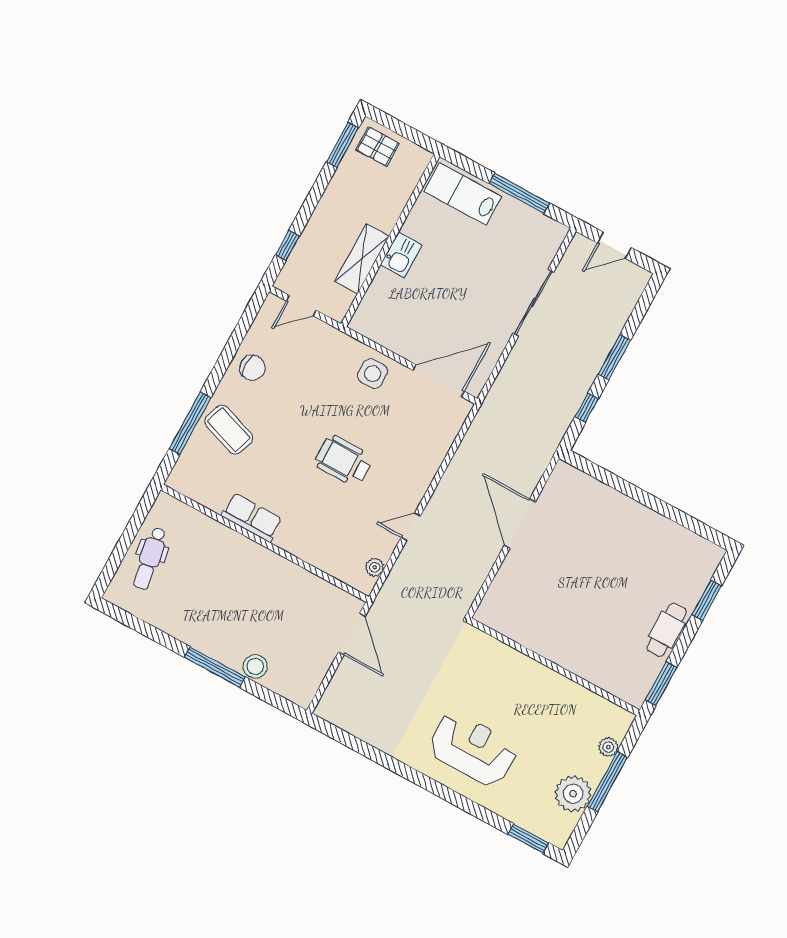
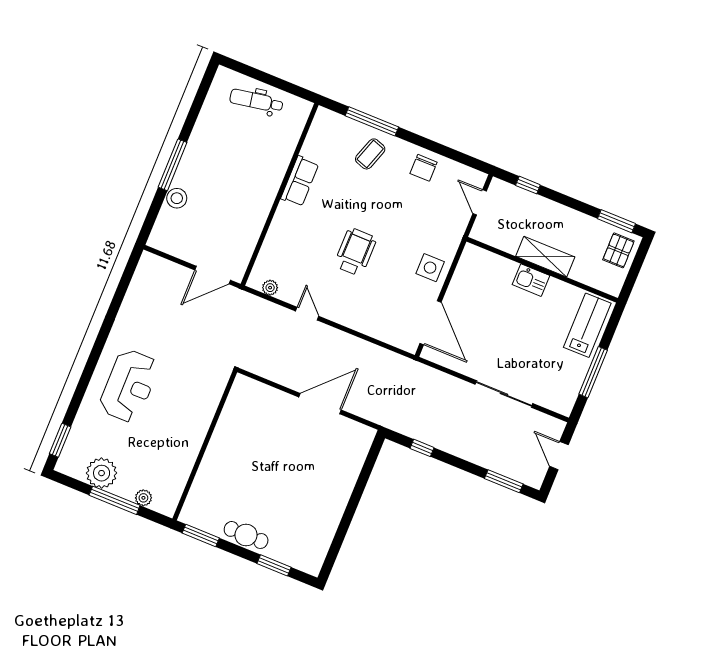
shelving: (362, 259) -> (545, 257), moved
window: (614, 357) -> (504, 481), moved
coffee table: (229, 430) -> (370, 154), width x0.73, depth x0.77

